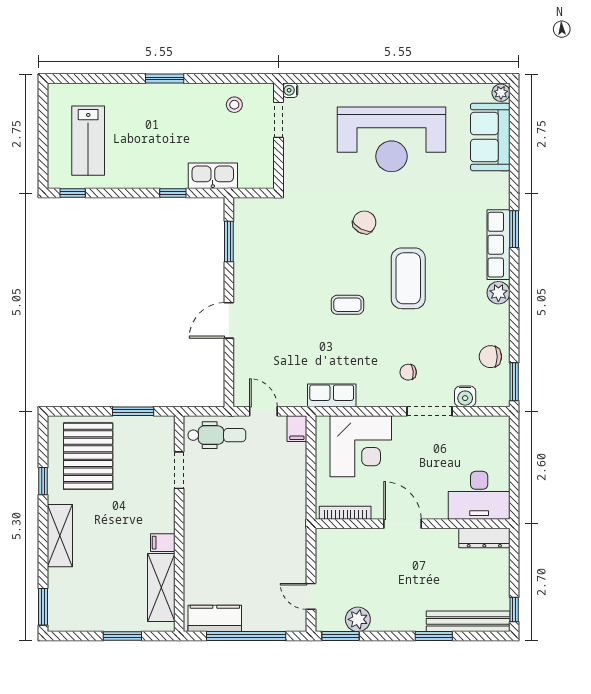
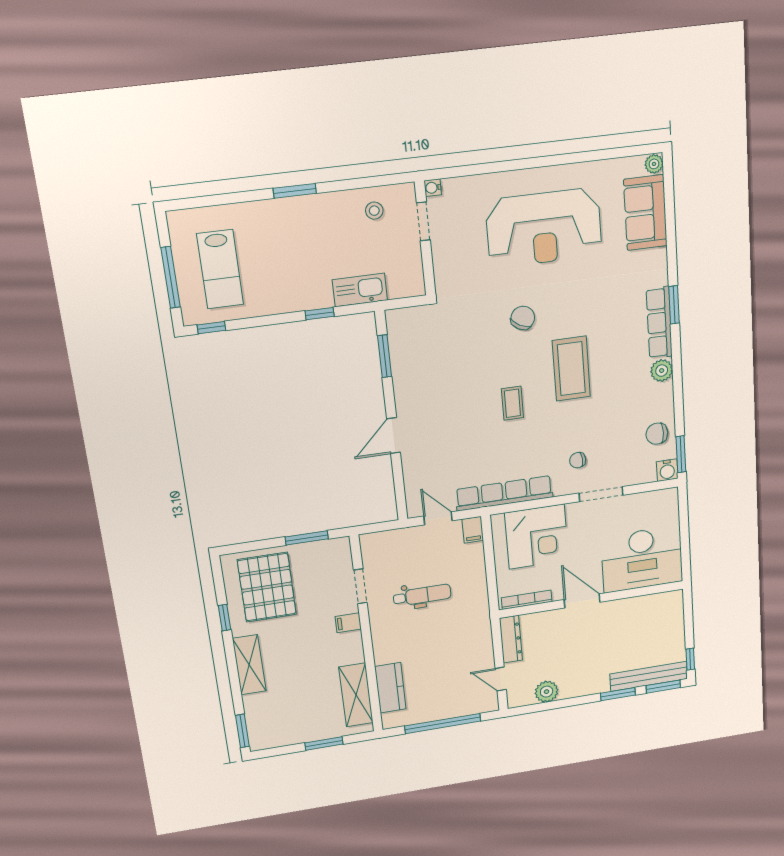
window: (43, 142) -> (170, 277), added
coffee table: (347, 305) -> (512, 403), turned 90
row of seats: (332, 395) -> (504, 493), width x2.02
water cooler: (465, 396) -> (667, 470), moved
dental chair: (217, 435) -> (422, 595), moved
desk: (479, 495) -> (642, 559), width x1.36, depth x1.30
dresser: (484, 538) -> (511, 639), moved, turned -90
filing cabinet: (163, 543) -> (348, 623), moved
kitchen counter: (215, 618) -> (390, 688), moved, turned 90
window: (341, 636) -> (663, 687), moved

